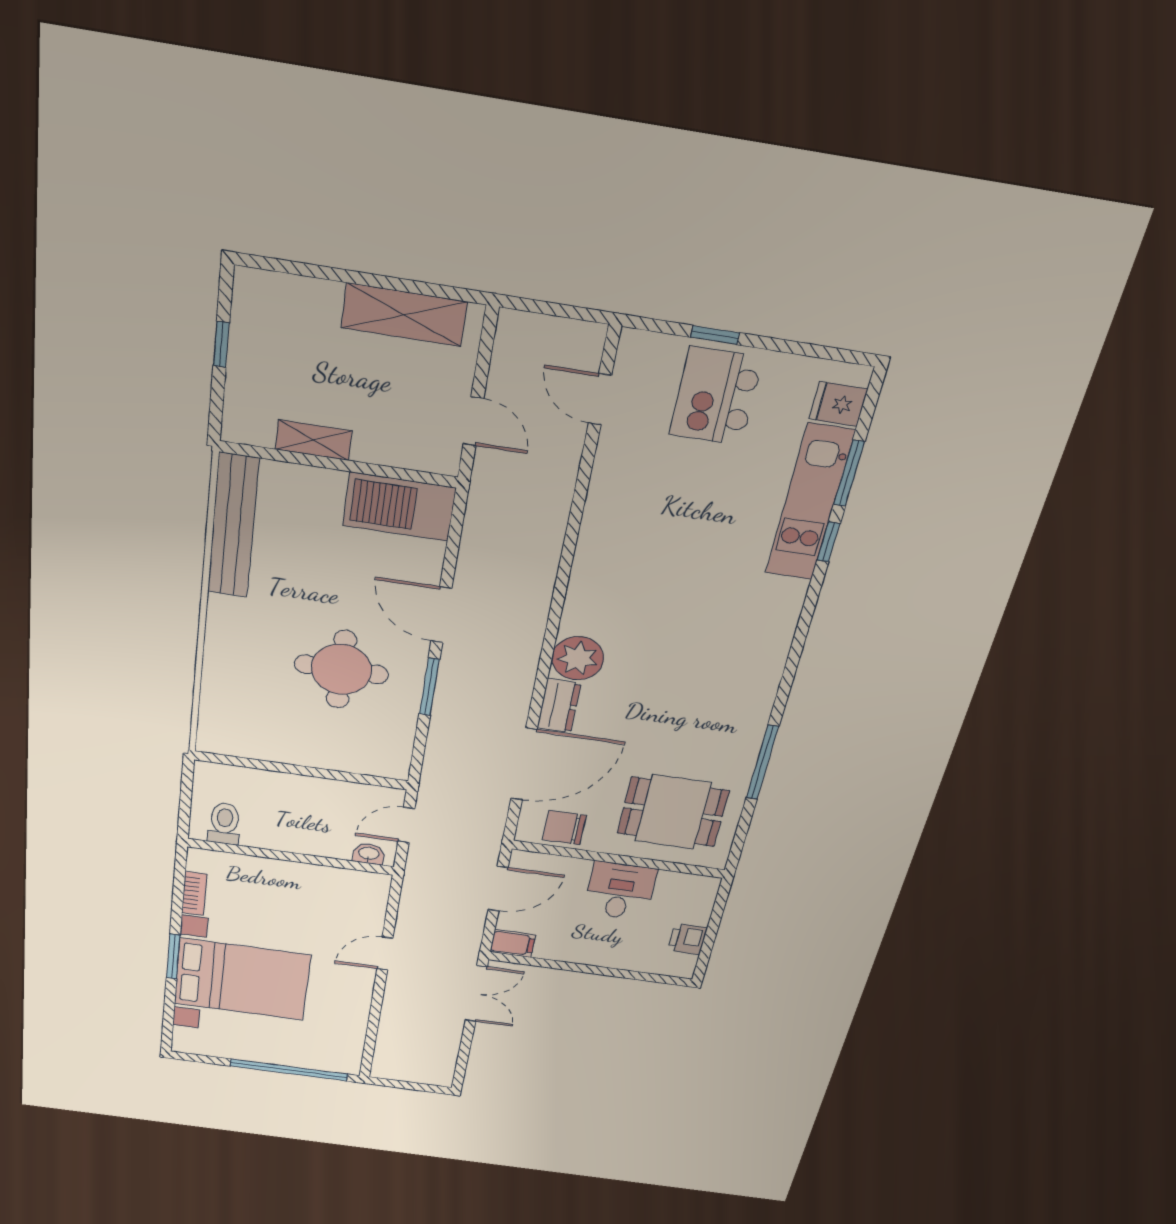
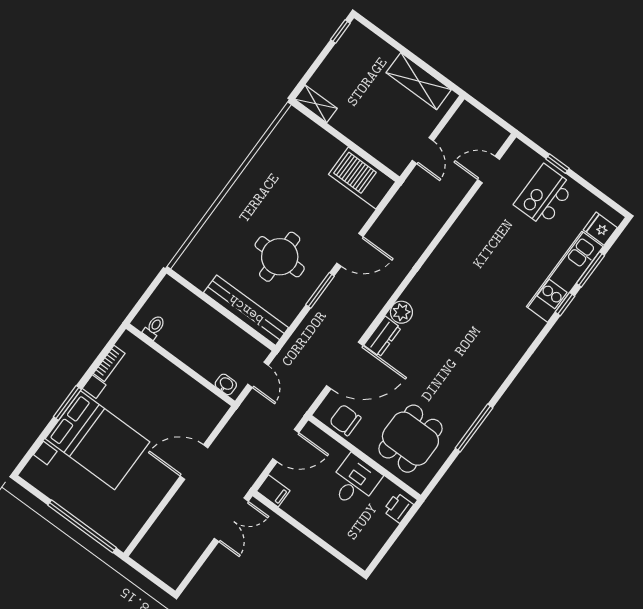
window: (221, 344) -> (340, 31), moved
door: (600, 399) -> (489, 169), hinge flipped
shelving: (314, 440) -> (316, 104), moved
bench: (233, 526) -> (246, 310), moved, turned 90
door: (441, 615) -> (350, 250), swing flipped
plant: (578, 658) -> (401, 312), width x0.73, depth x0.73
dining table: (673, 812) -> (410, 439), turned 90
toilet: (224, 823) -> (154, 327), width x0.73, depth x0.72
door: (406, 825) -> (258, 375), swing flipped
printer: (687, 939) -> (398, 508), moved
door: (385, 953) -> (194, 462), width x1.38

